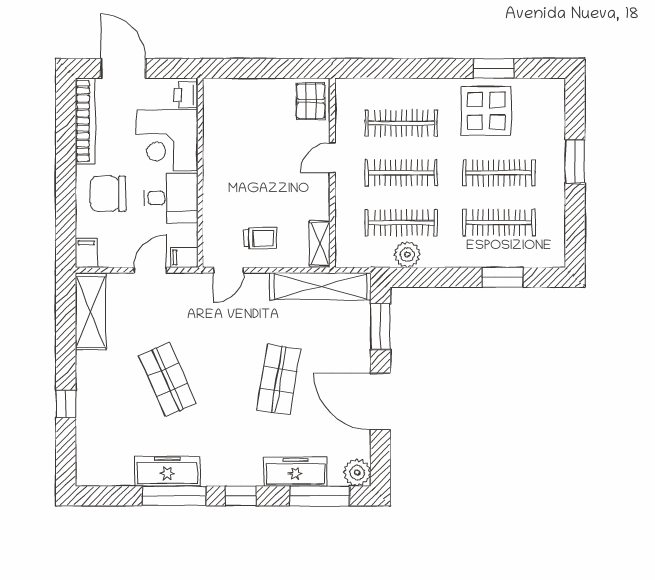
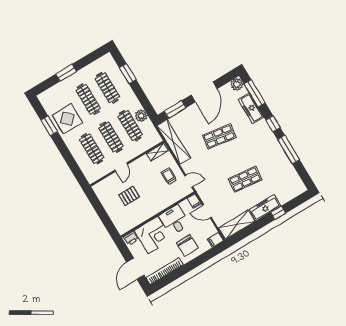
pallet: (311, 101) -> (129, 196), moved
door: (332, 158) -> (121, 167), hinge flipped
shop shelf: (168, 379) -> (245, 179), turned 30
freezer: (167, 471) -> (265, 208), moved, turned 90

